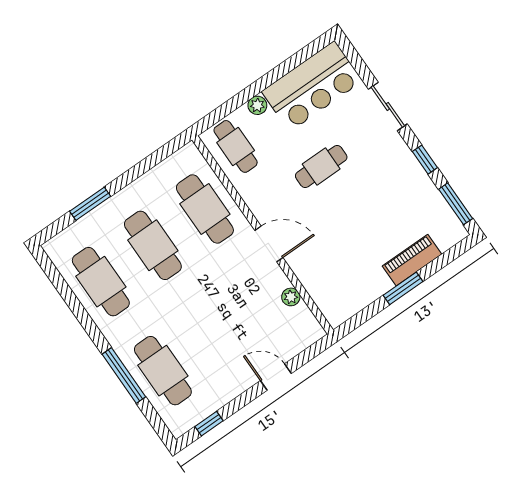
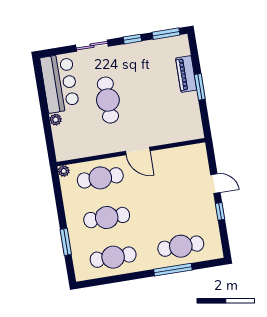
cafe table: (236, 146) -> (73, 143), removed
cafe table: (321, 166) -> (108, 100), width x1.37, depth x1.35
door: (269, 244) -> (138, 151), swing flipped
plant: (291, 297) -> (64, 171), moved
door: (276, 377) -> (215, 184), swing flipped
window: (209, 424) -> (220, 211), moved

